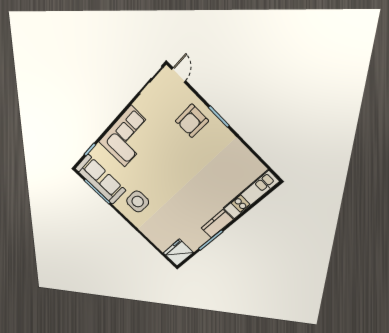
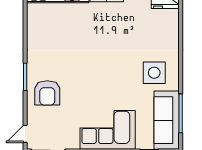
armchair: (192, 121) -> (47, 93), turned 90

